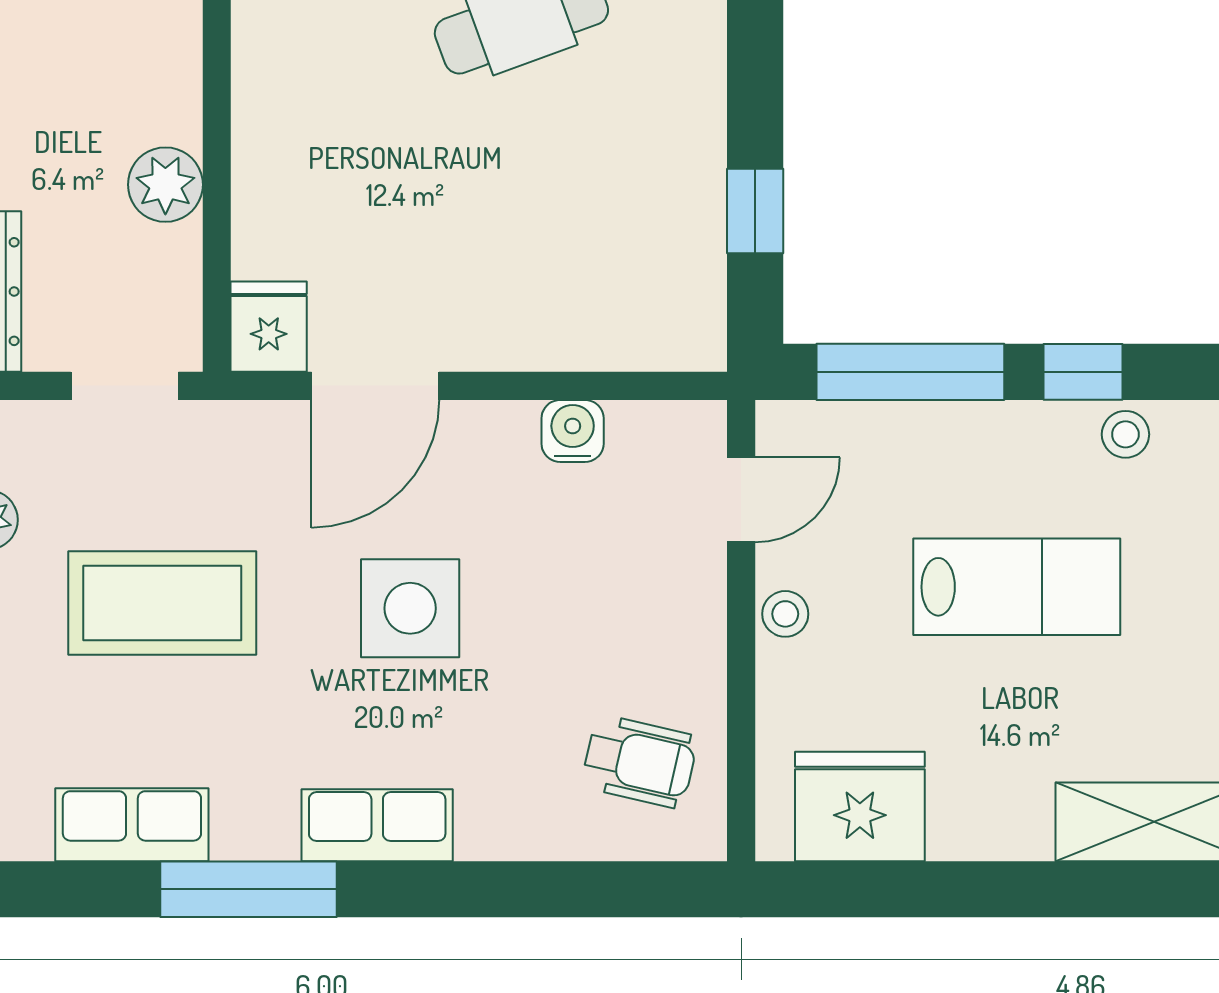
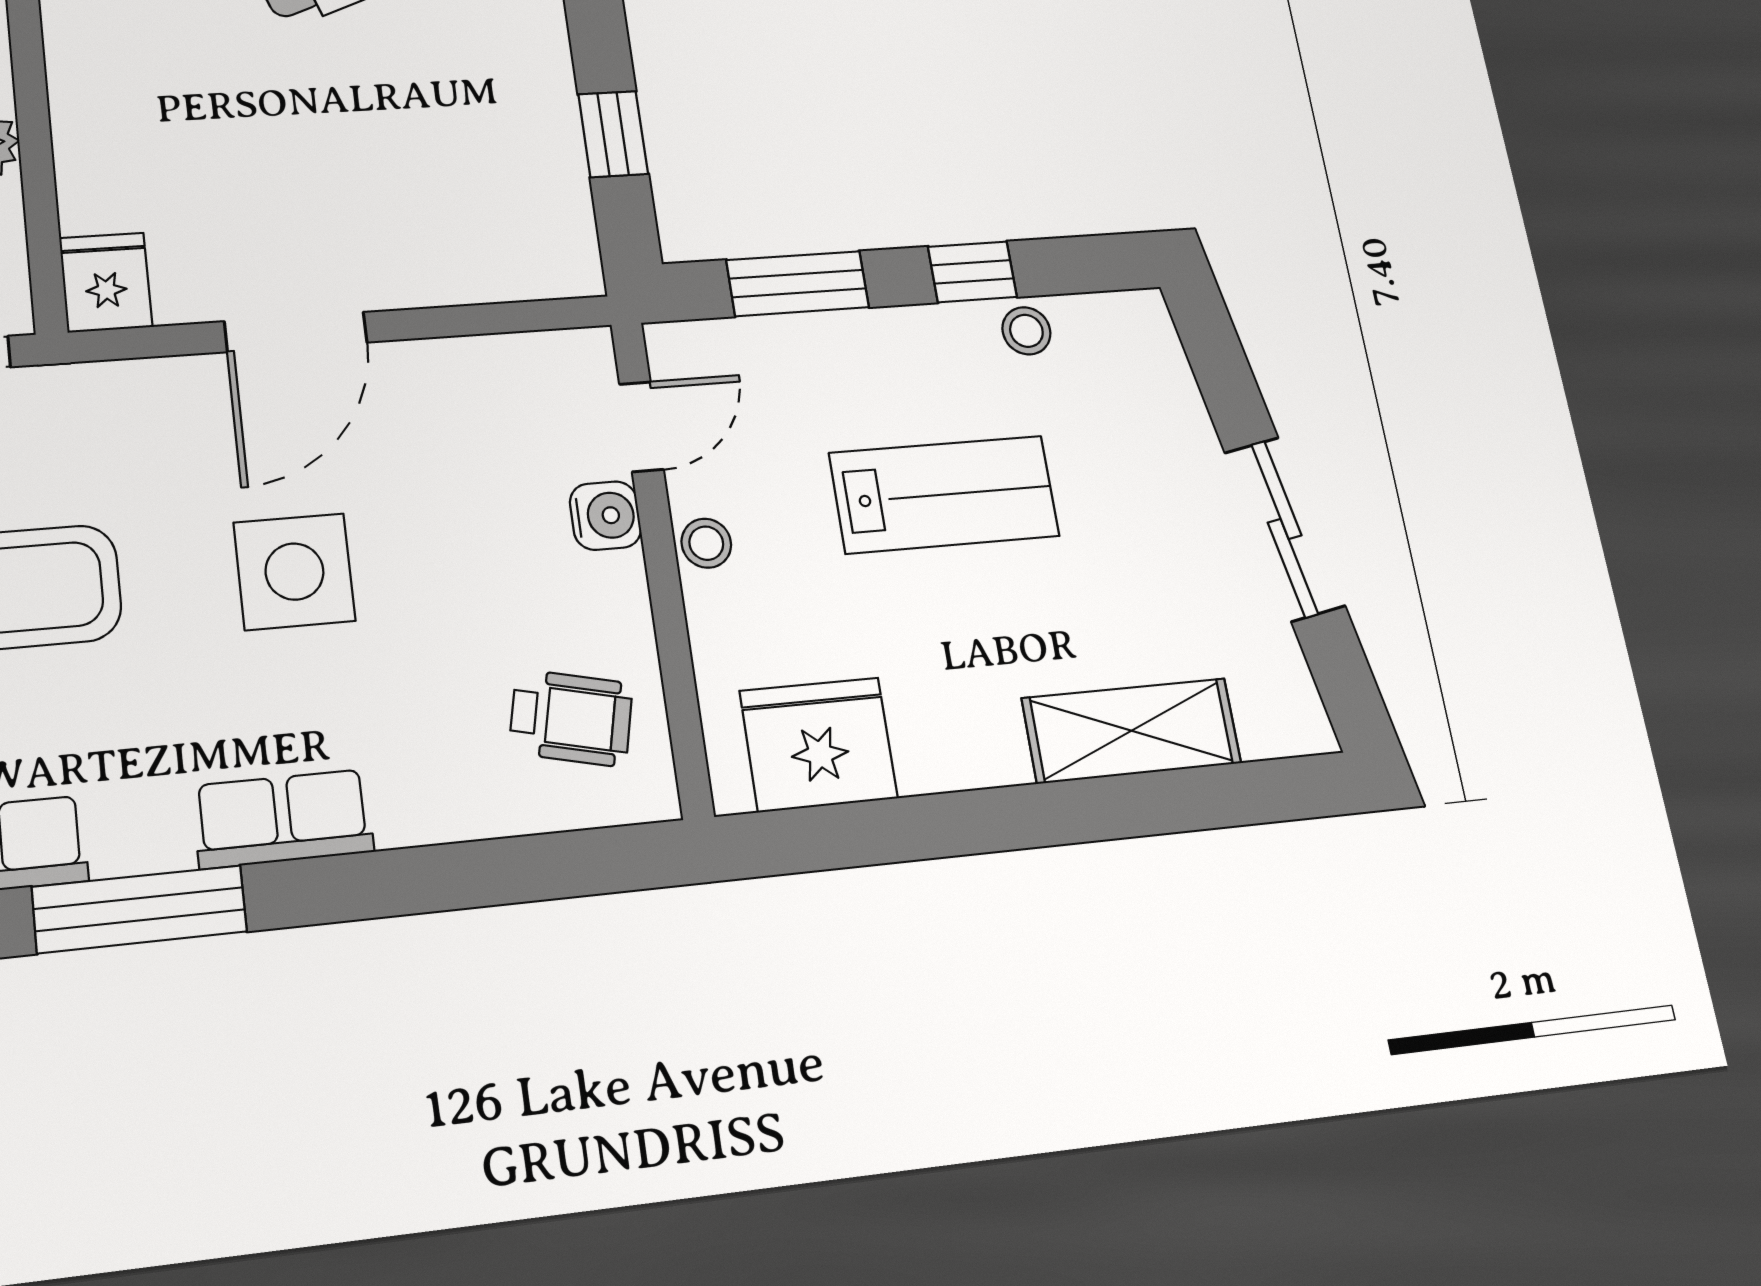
window: (910, 372) -> (798, 284), width x0.69
door: (375, 386) -> (296, 332), moved
water cooler: (573, 431) -> (605, 516), moved, turned 90

